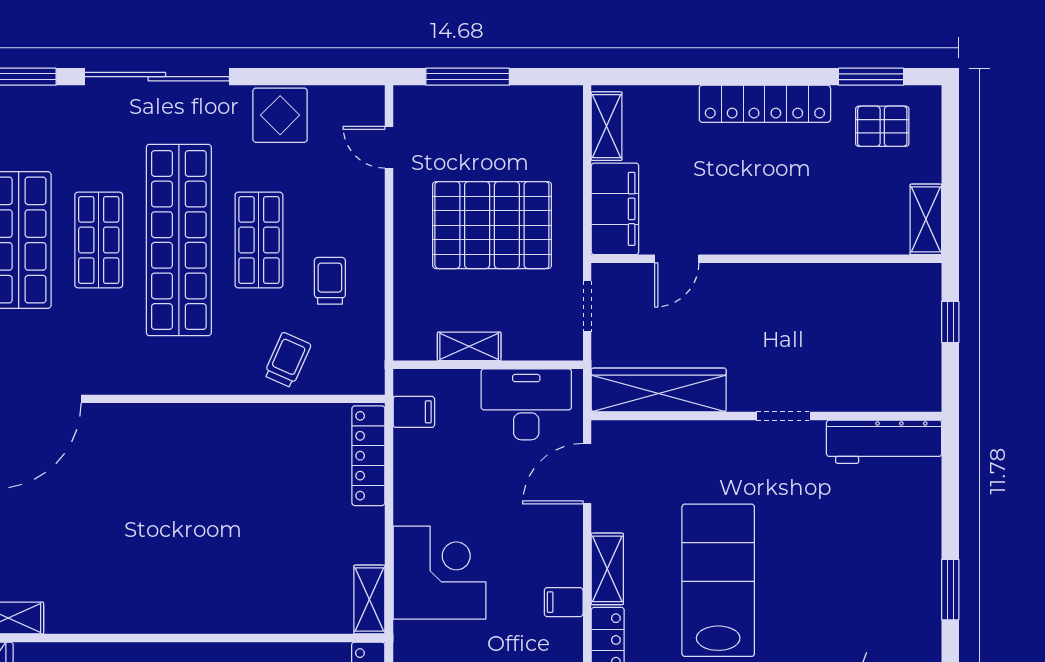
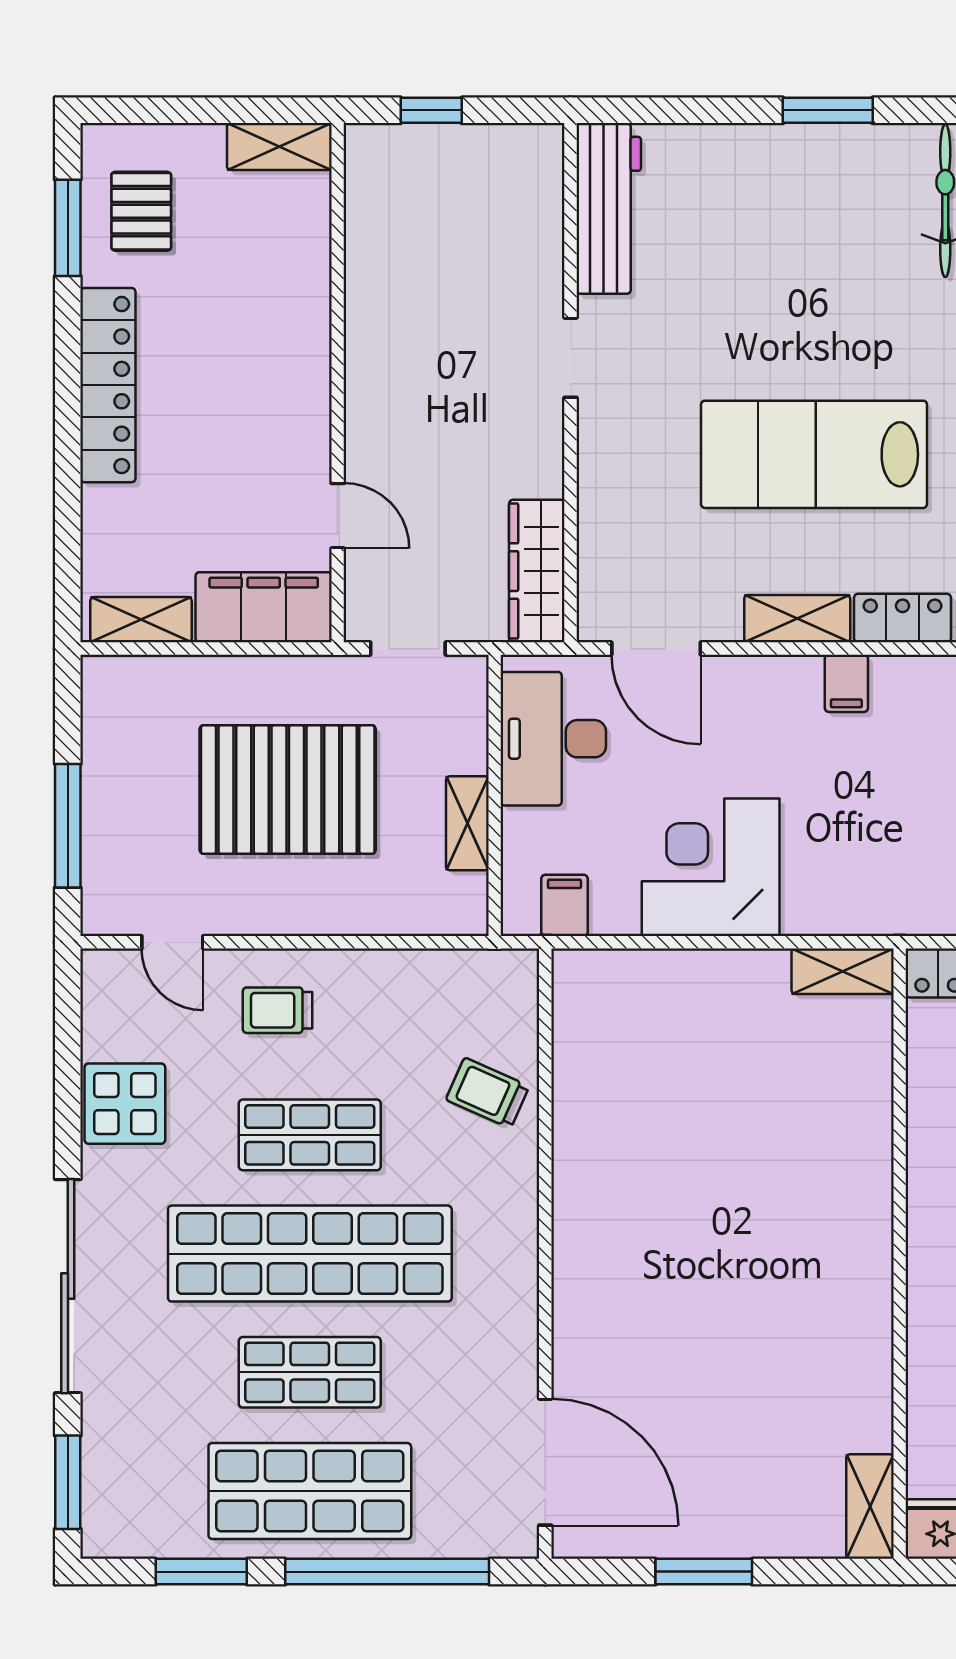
door: (389, 147) -> (172, 942), hinge flipped
pallet: (492, 225) -> (288, 790), turned 90
trolley: (330, 281) -> (278, 1010), moved
wardrobe: (659, 390) -> (537, 571), width x0.71, depth x0.85
locker: (368, 456) -> (629, 973), removed
corner desk: (440, 573) -> (711, 867), moved

